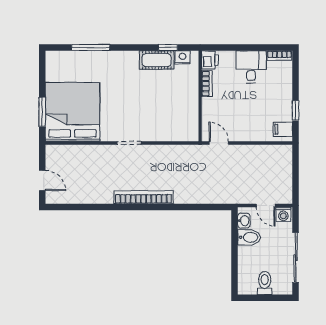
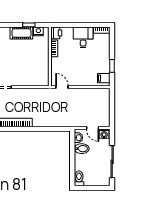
toilet: (265, 283) -> (79, 178), moved

